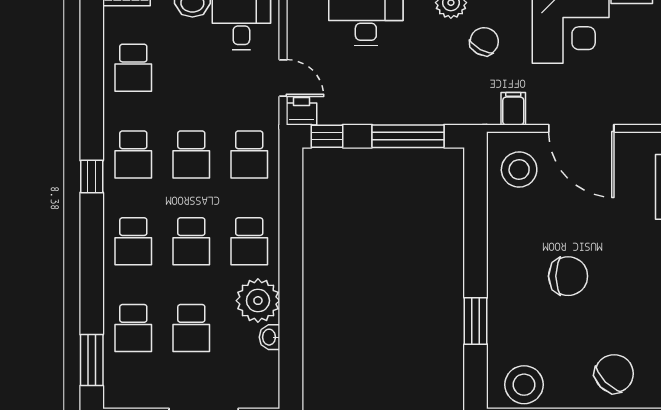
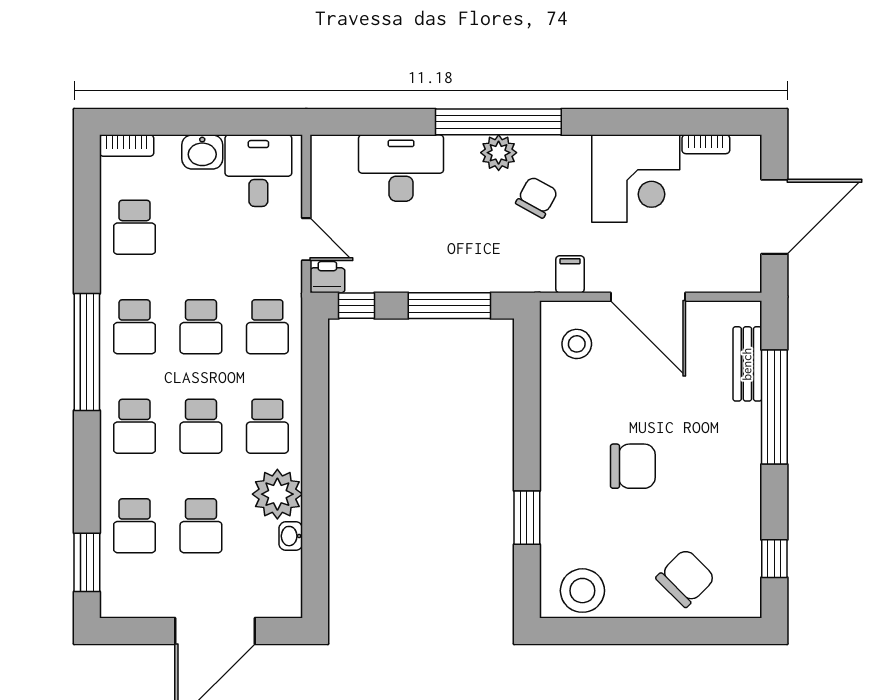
stool: (519, 170) -> (577, 344), width x0.73, depth x0.73
window: (92, 177) -> (87, 352), width x3.17

